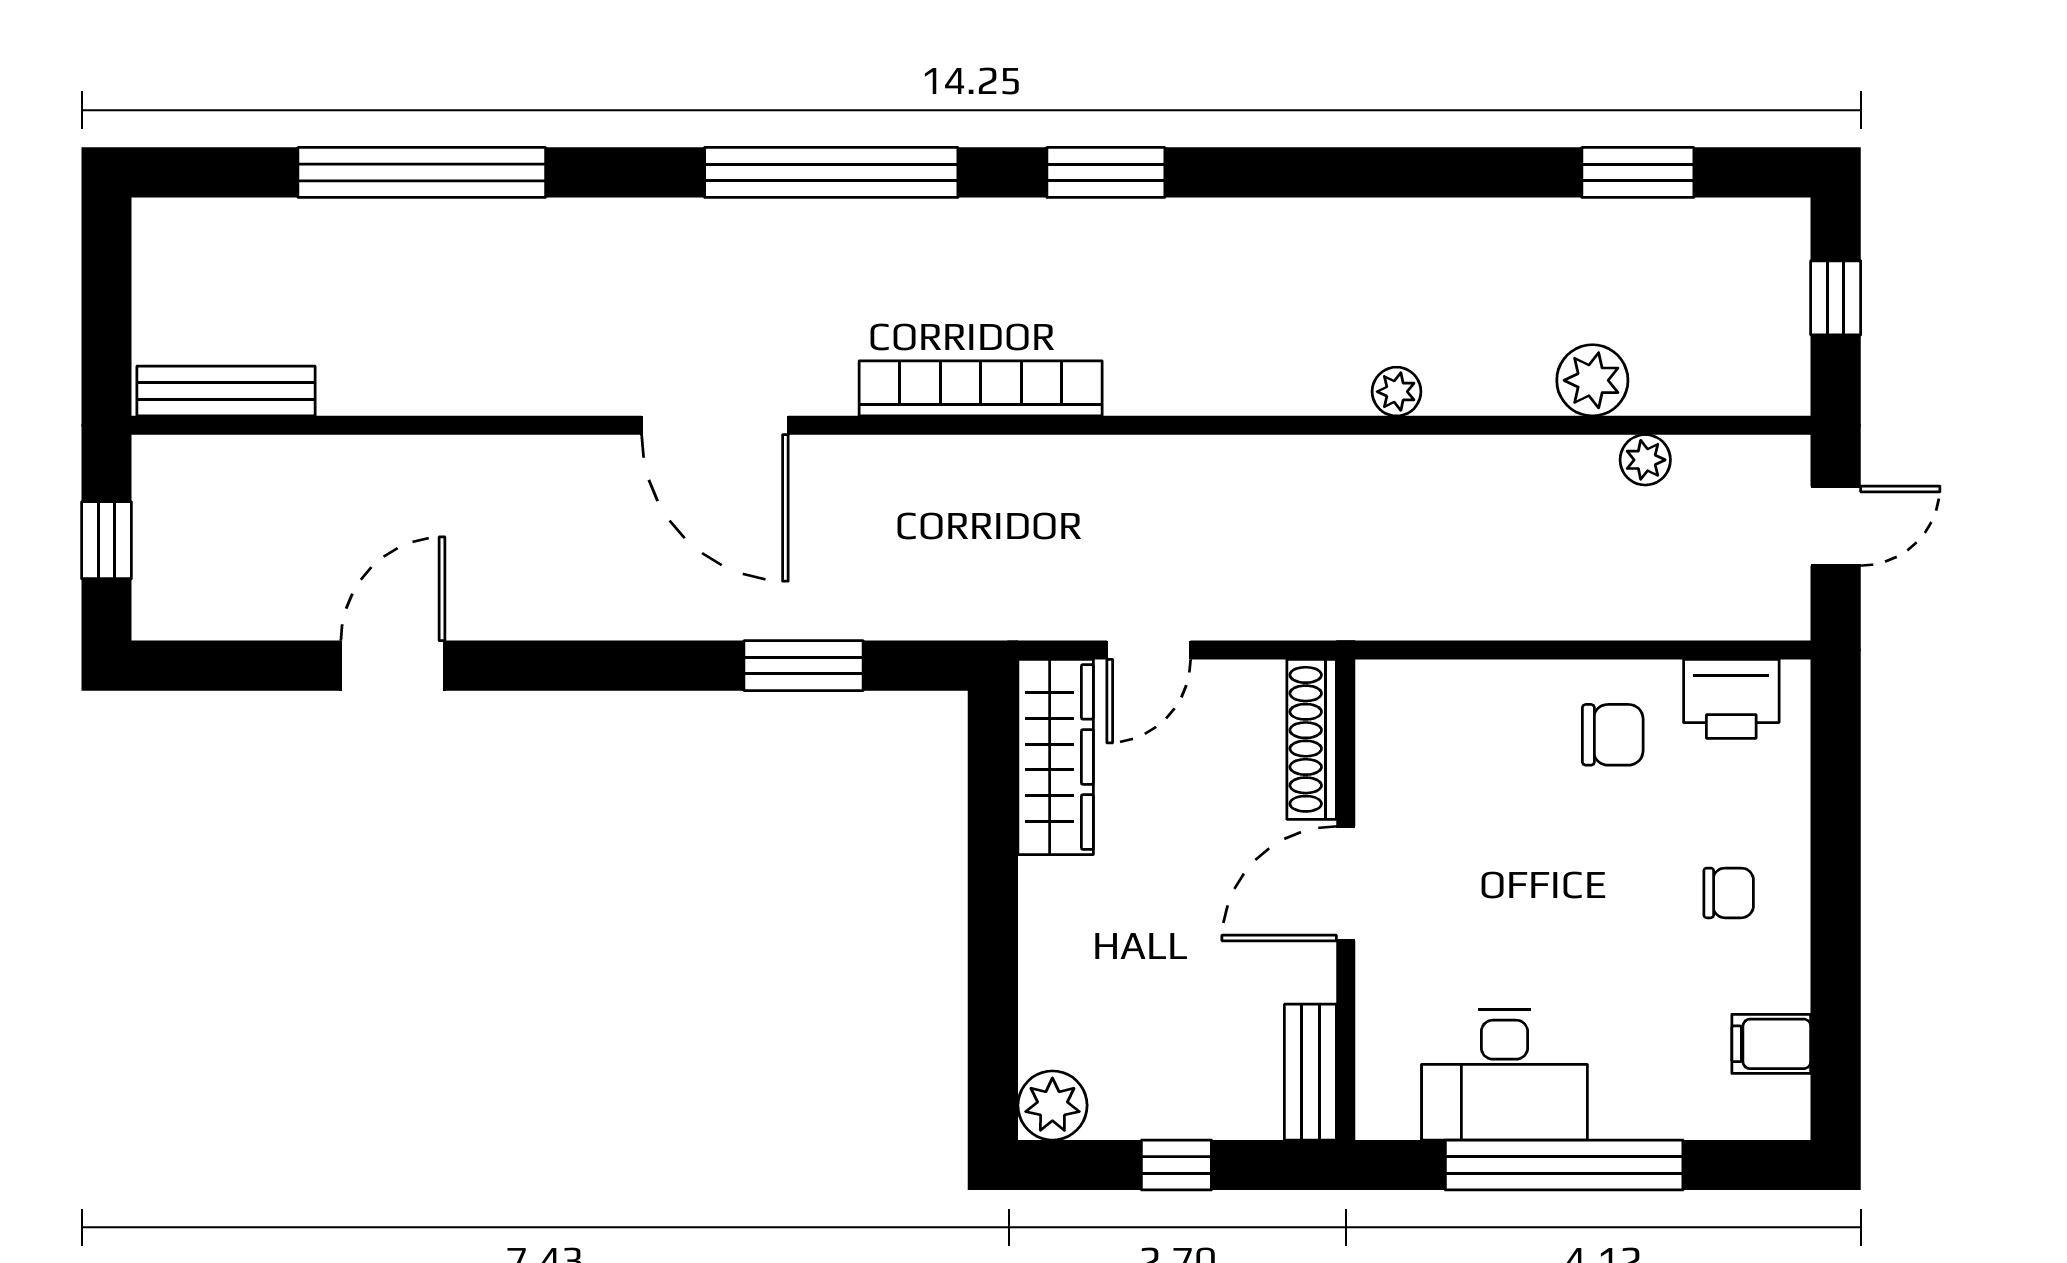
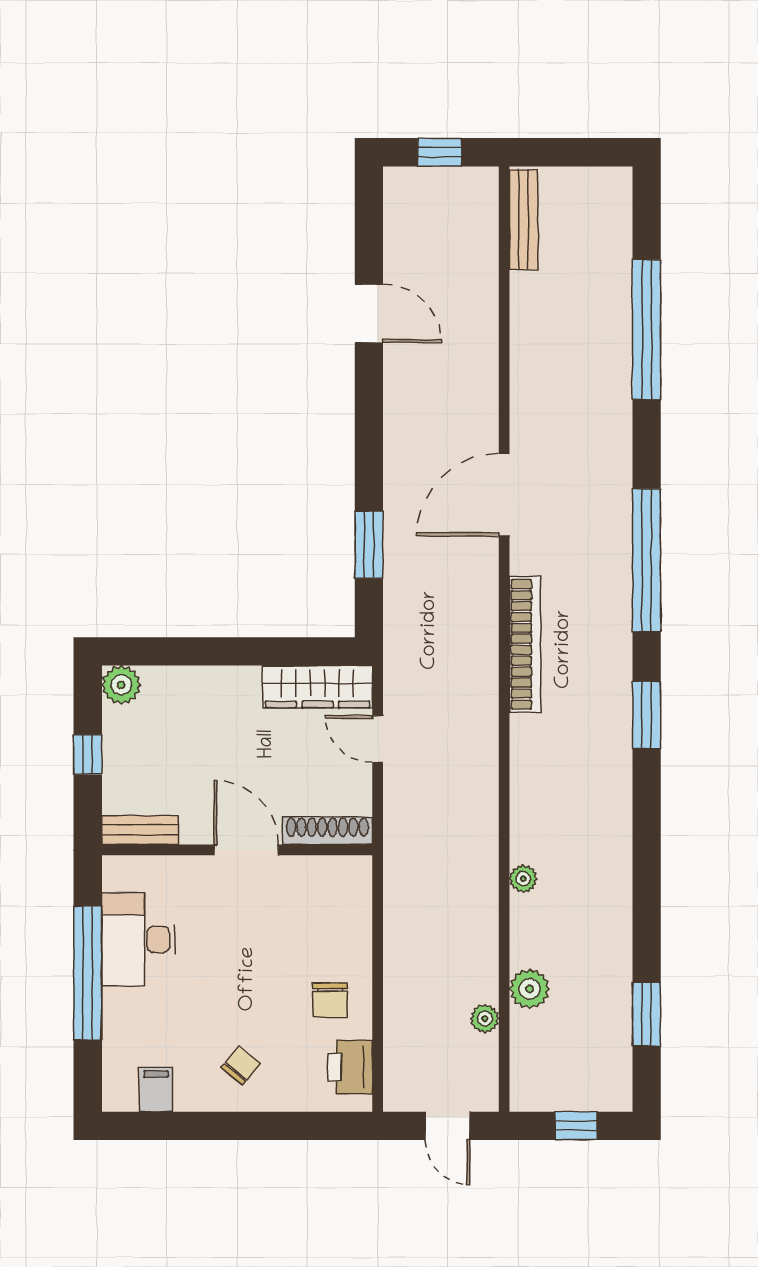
chair: (1729, 893) -> (241, 1066), turned -140

